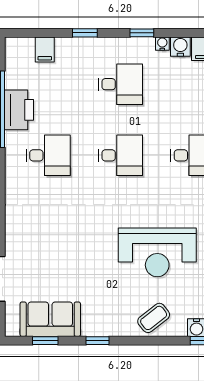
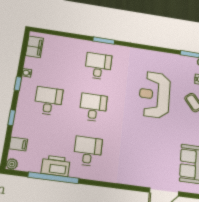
plant: (13, 45) -> (12, 164), added
water cooler: (180, 47) -> (30, 63), removed
reception desk: (157, 252) -> (155, 95), turned 180

